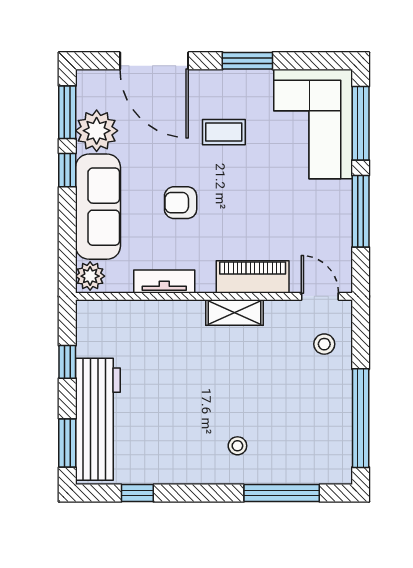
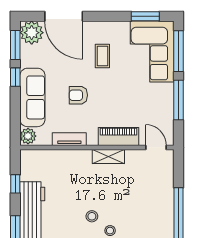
window: (247, 61) -> (145, 16), moved
plant: (97, 131) -> (32, 33), moved
coffee table: (224, 132) -> (102, 56), turned 90
stool: (324, 344) -> (92, 216), moved

